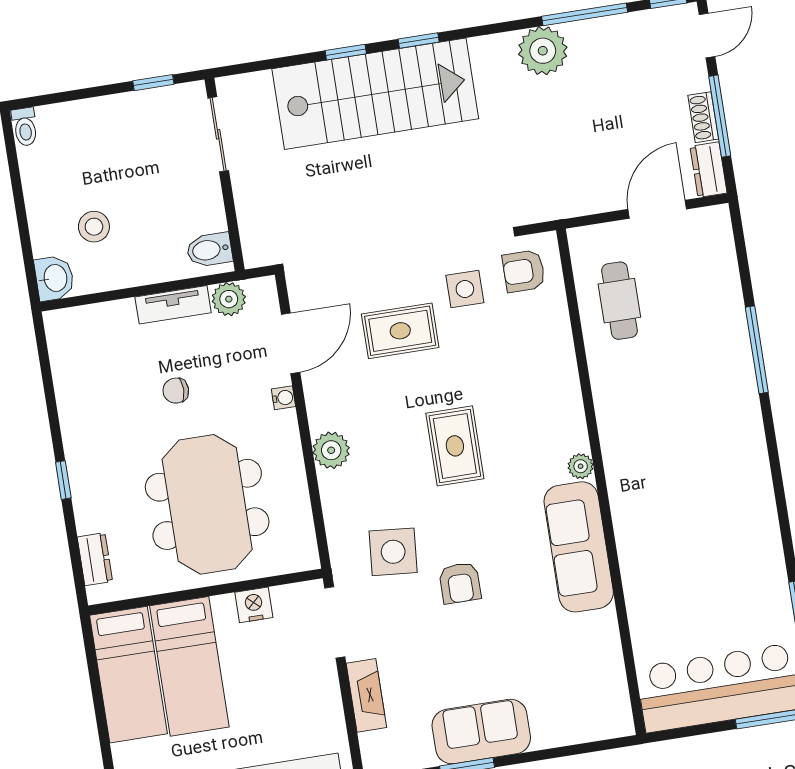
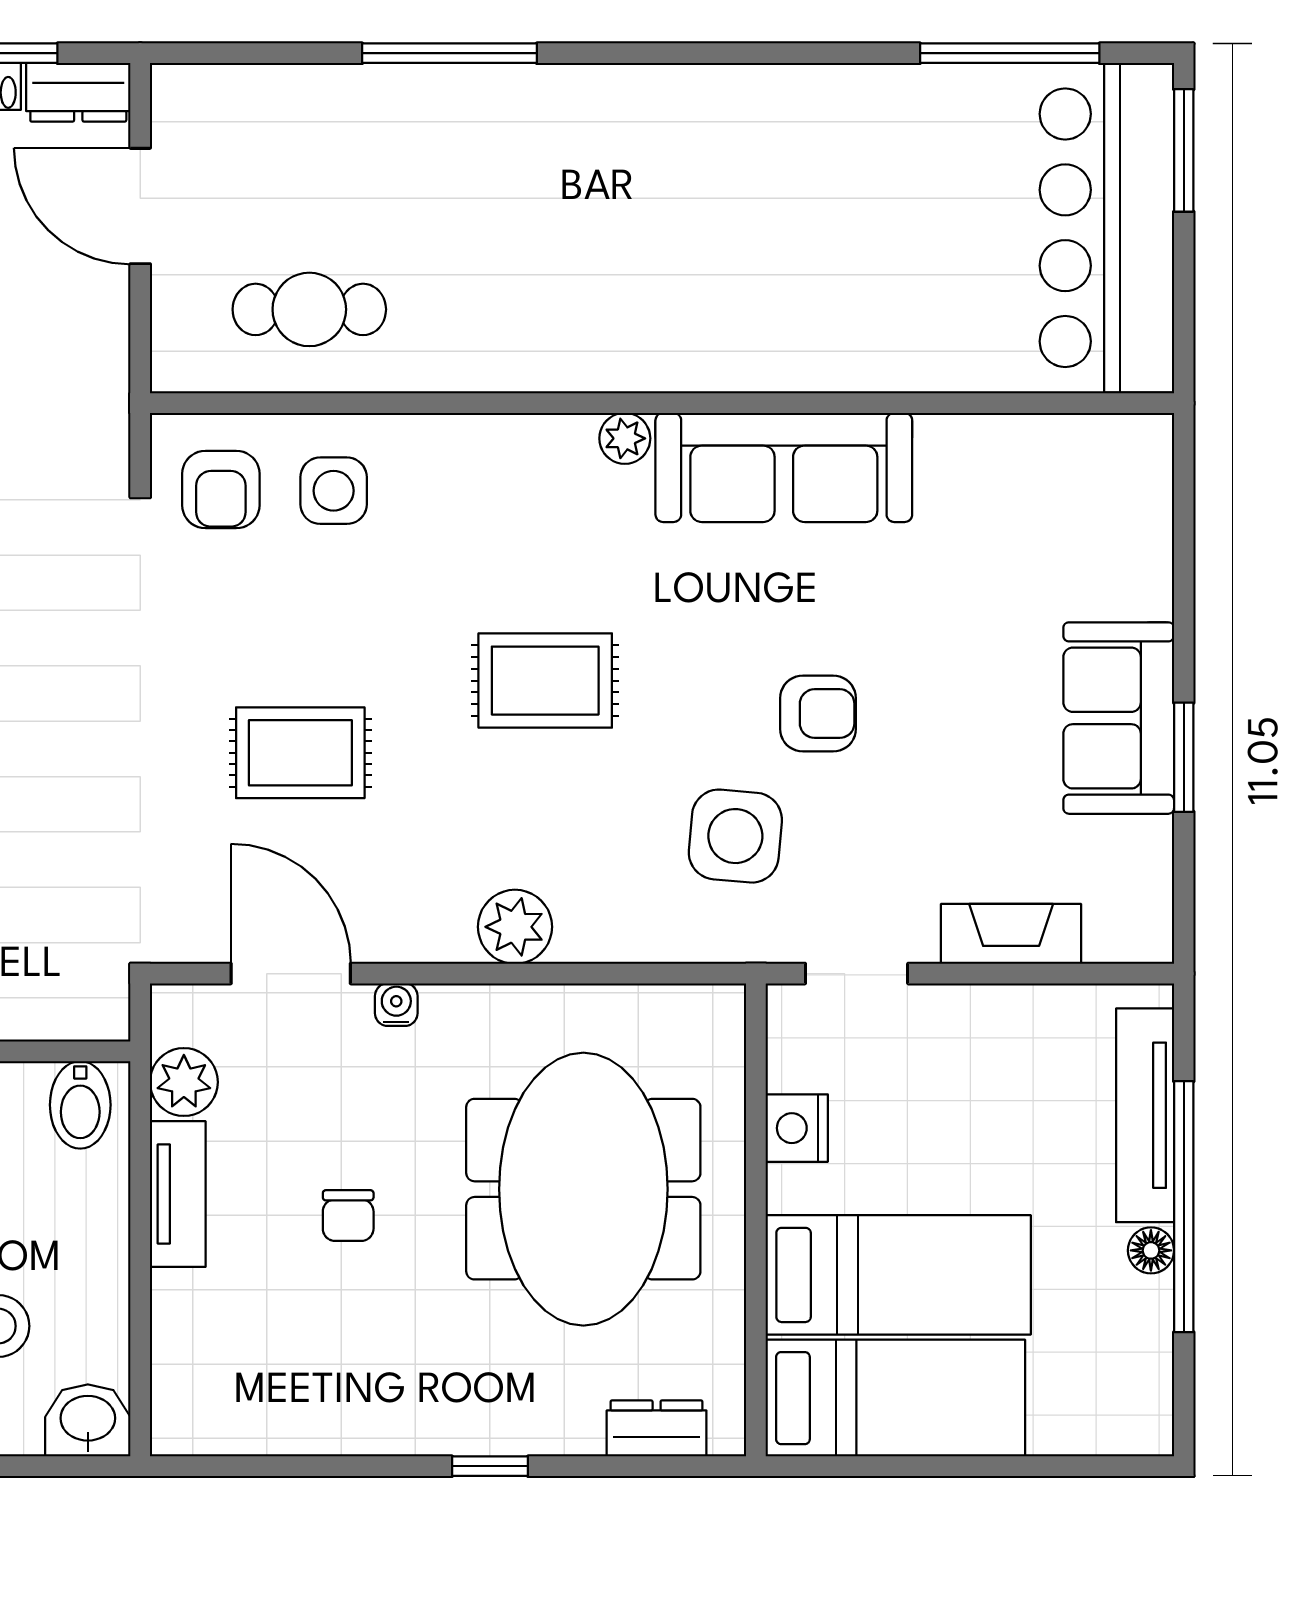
side table: (465, 289) -> (334, 491), moved
rug: (400, 331) -> (300, 753), turned 90
meeting table: (207, 504) -> (583, 1189), turned 90
doorway: (335, 622) -> (857, 974), width x0.73

